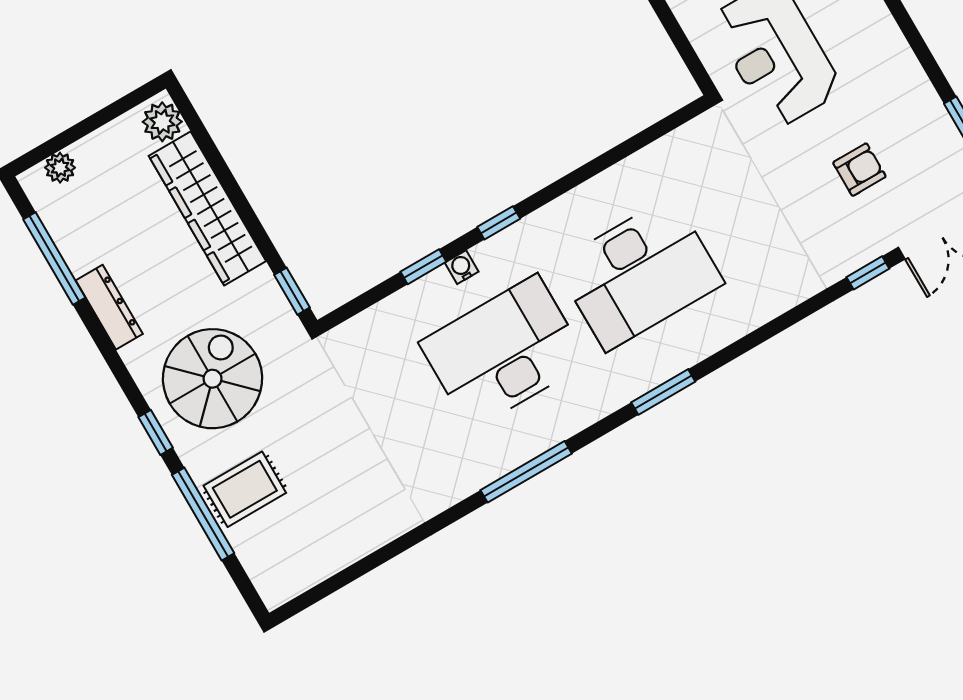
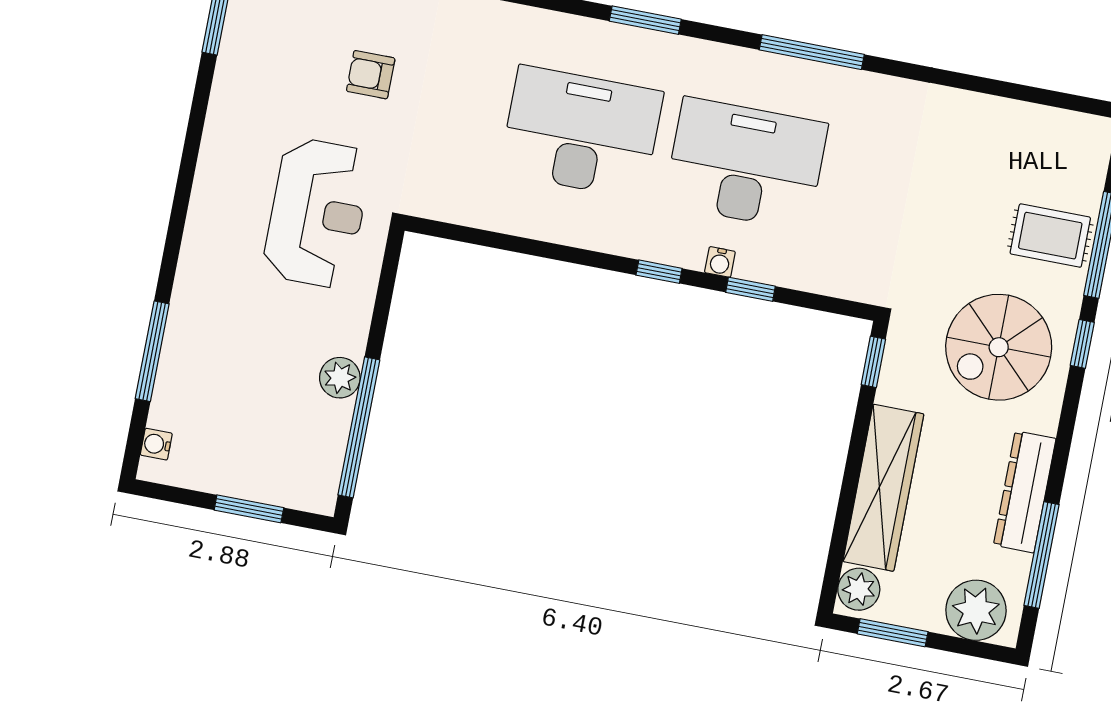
window: (112, 112) -> (893, 633), added
plant: (60, 168) -> (976, 610), width x1.88, depth x1.88
armchair: (859, 170) -> (371, 75), moved
dresser: (109, 307) -> (1025, 492), width x1.37, depth x1.24
desk: (504, 352) -> (746, 164), turned 180

